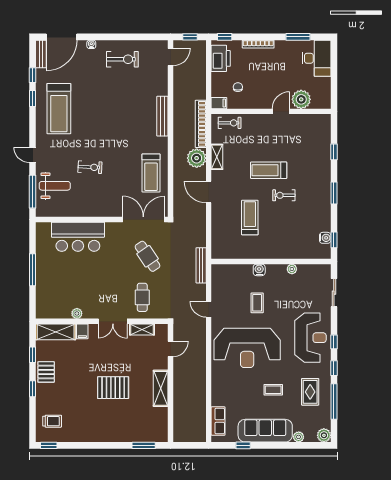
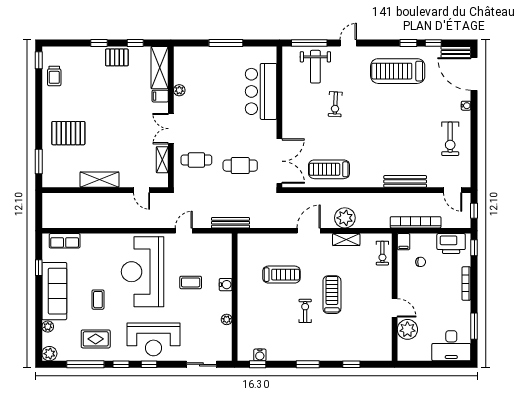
bench: (162, 116) -> (405, 181), moved
bookcase: (201, 124) -> (416, 222), moved
cafe table: (148, 256) -> (240, 166), turned 34
pallet: (113, 388) -> (68, 133), moved, turned 90
trolley: (52, 421) -> (54, 76), moved

